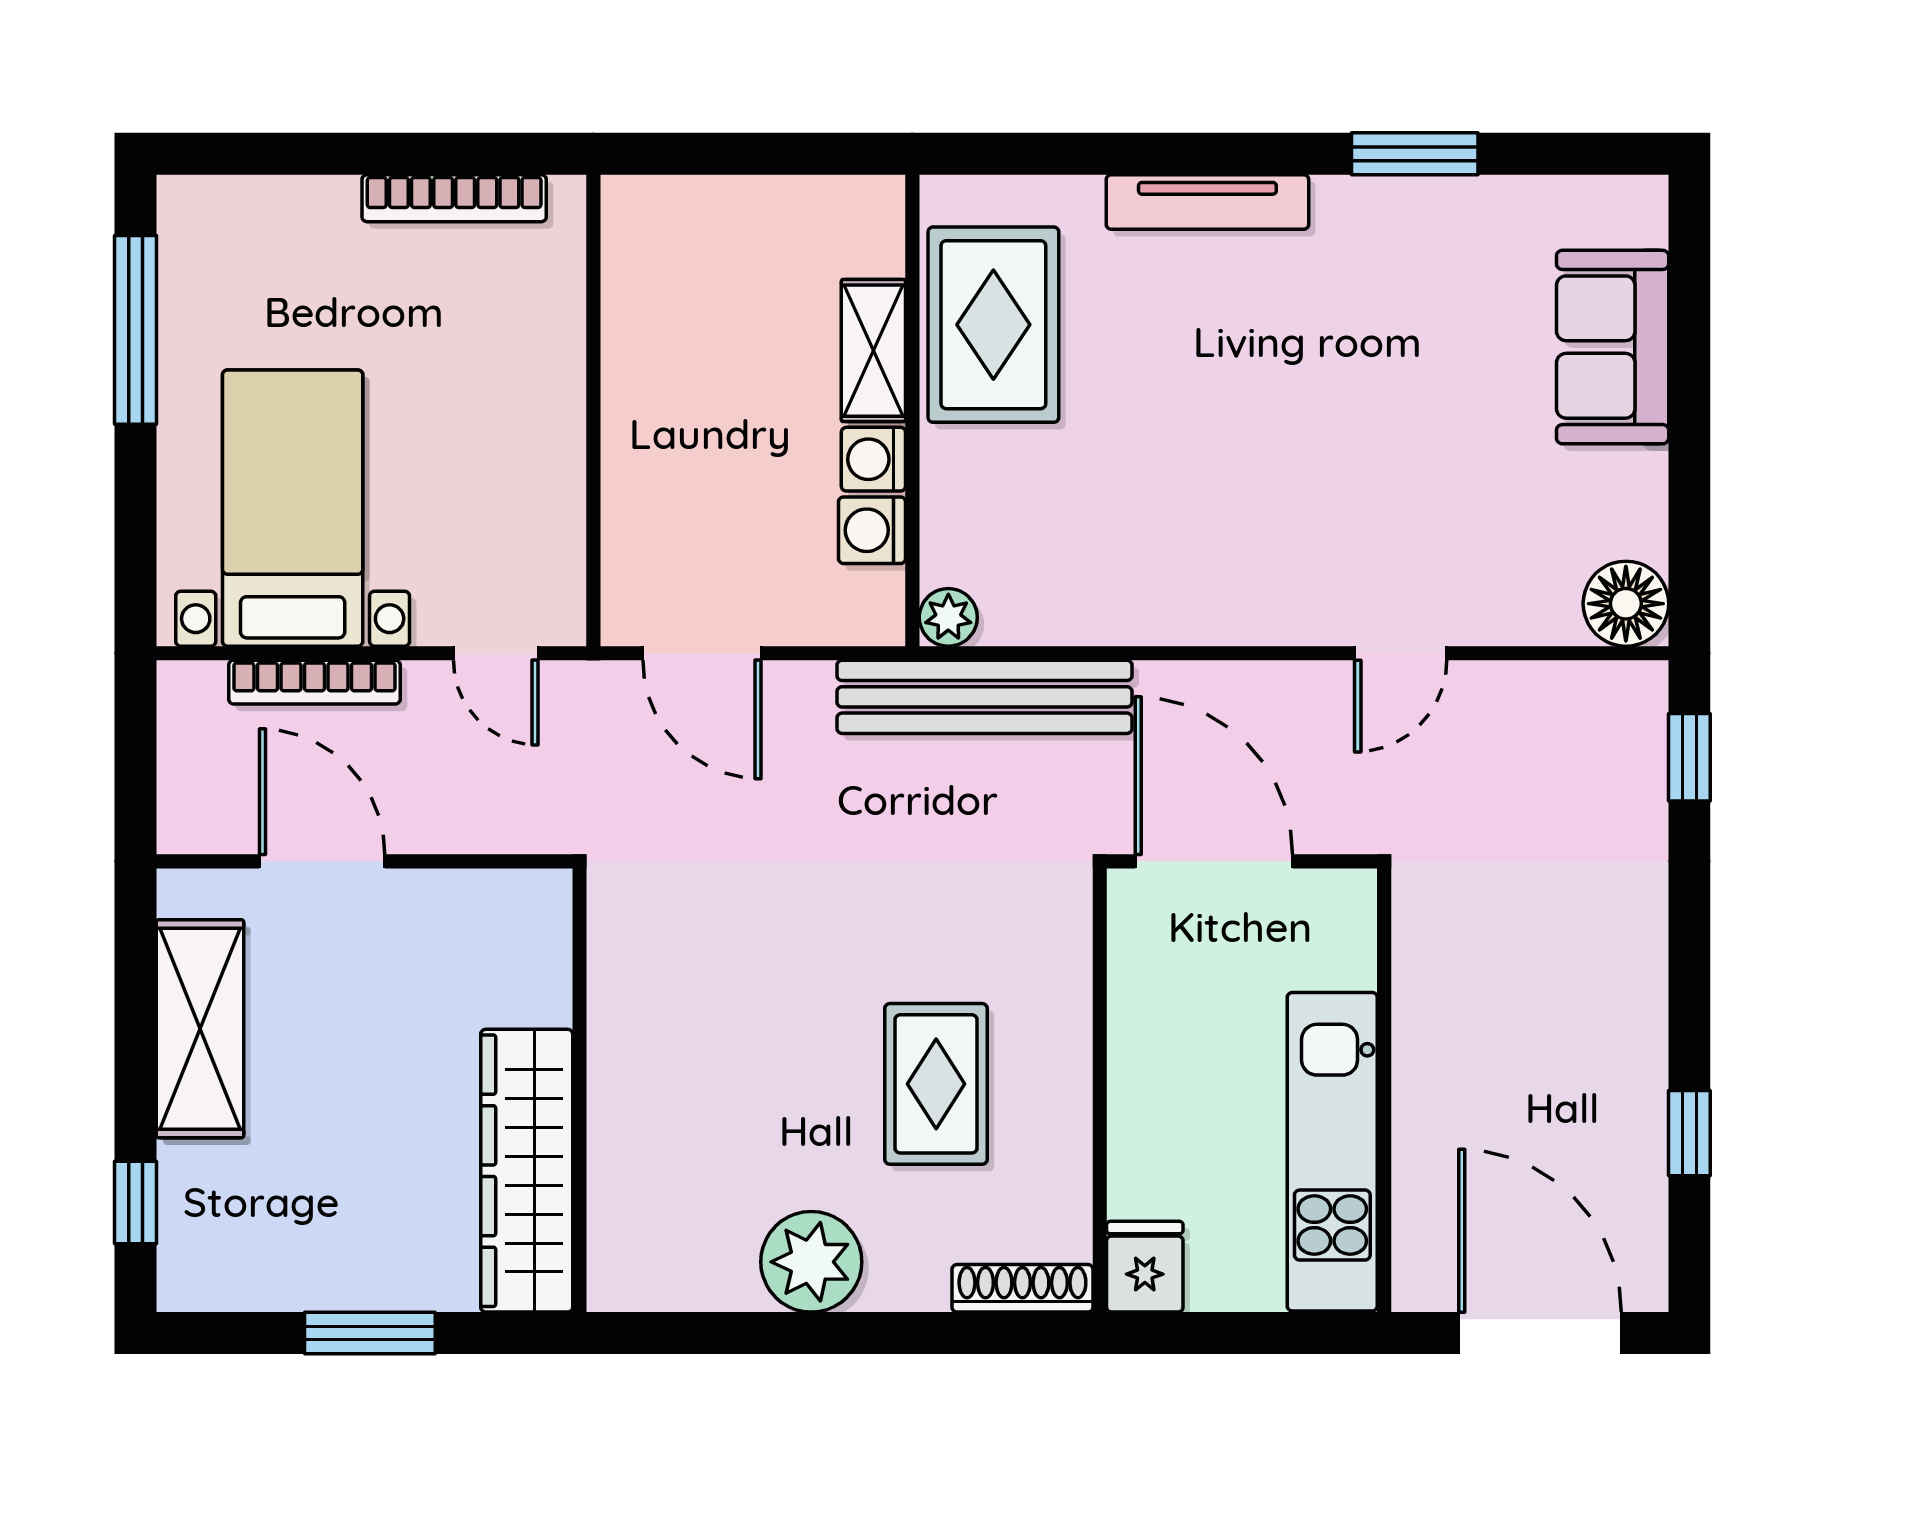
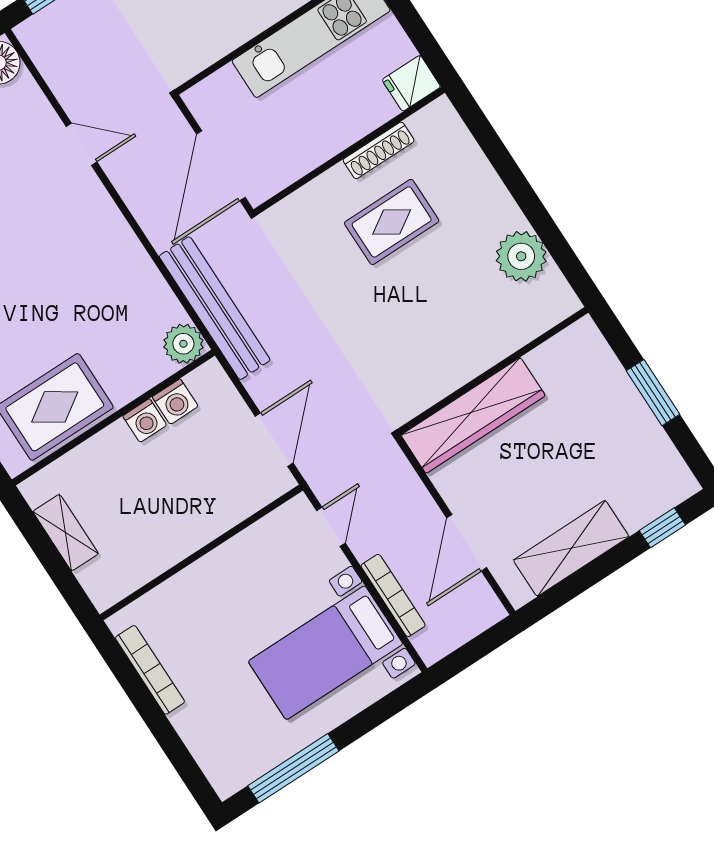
shelving: (873, 351) -> (66, 533), moved, turned 90
plant: (948, 617) -> (183, 344), width x1.38, depth x1.38
wardrobe: (527, 1171) -> (473, 415), moved
plant: (811, 1262) -> (521, 256), moved
shoe rack: (1022, 1288) -> (379, 150), moved, turned -90

